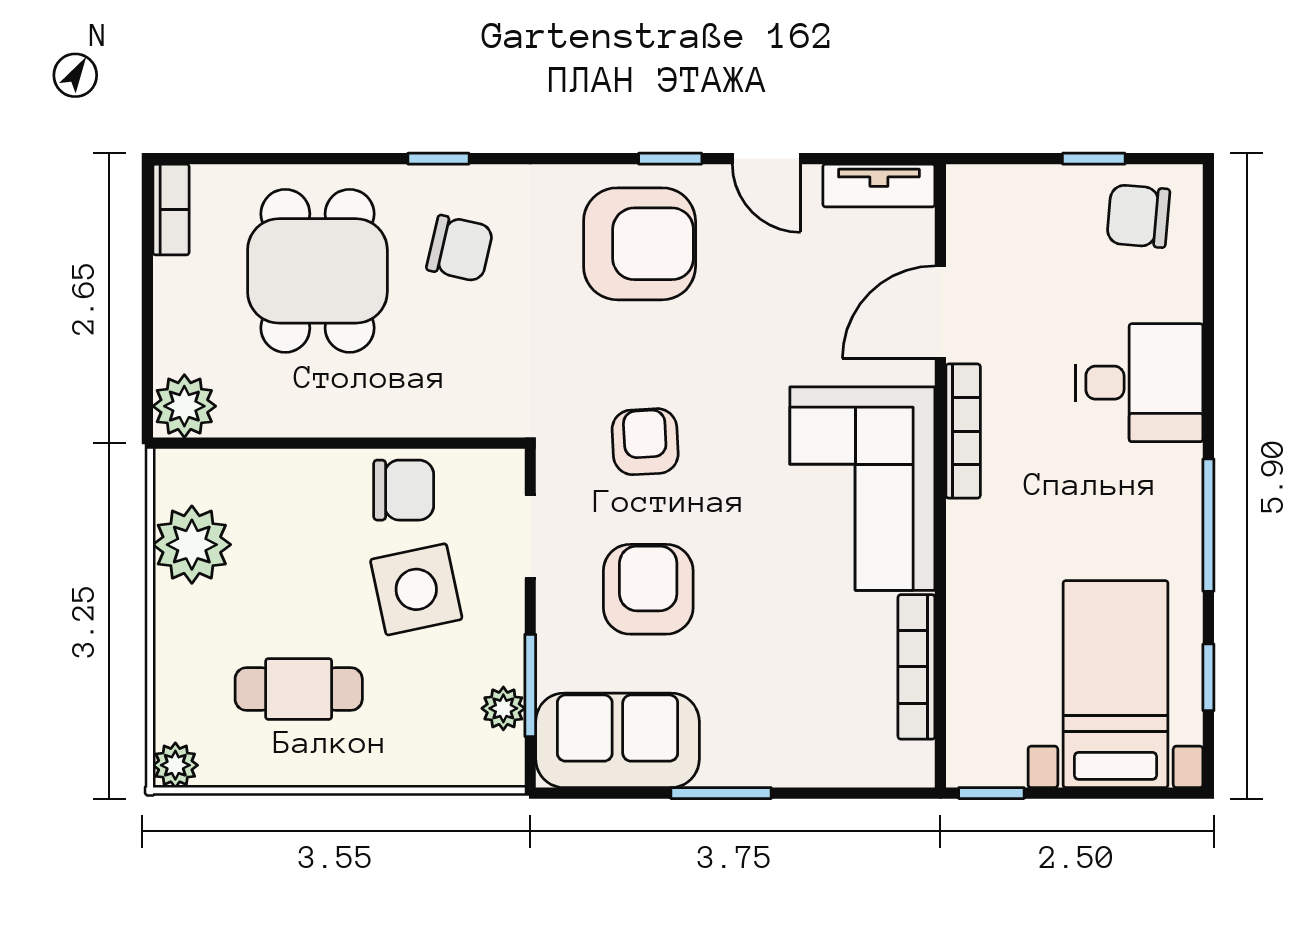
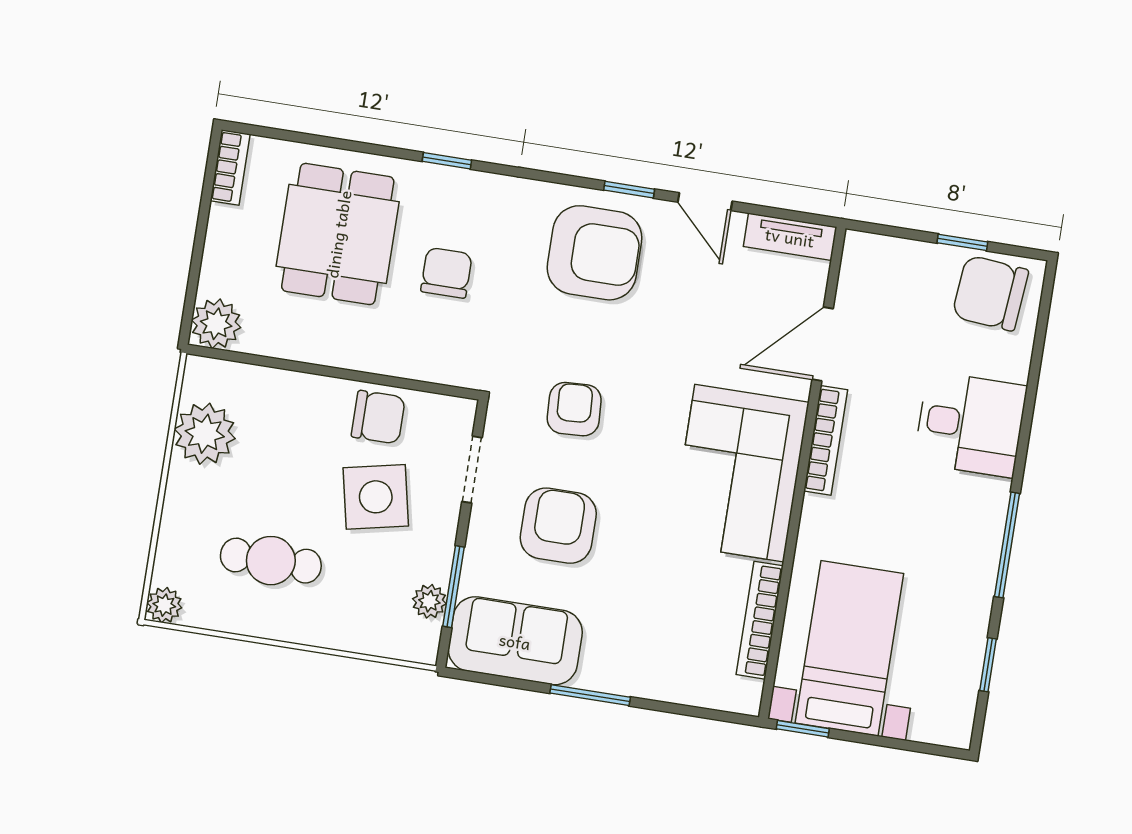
chair: (1138, 216) -> (990, 293), width x1.37, depth x1.37
chair: (460, 248) -> (446, 273), moved, turned -103
bed with nightstands: (1116, 684) -> (849, 648), moved

